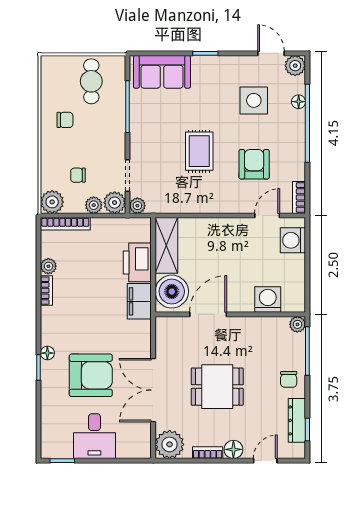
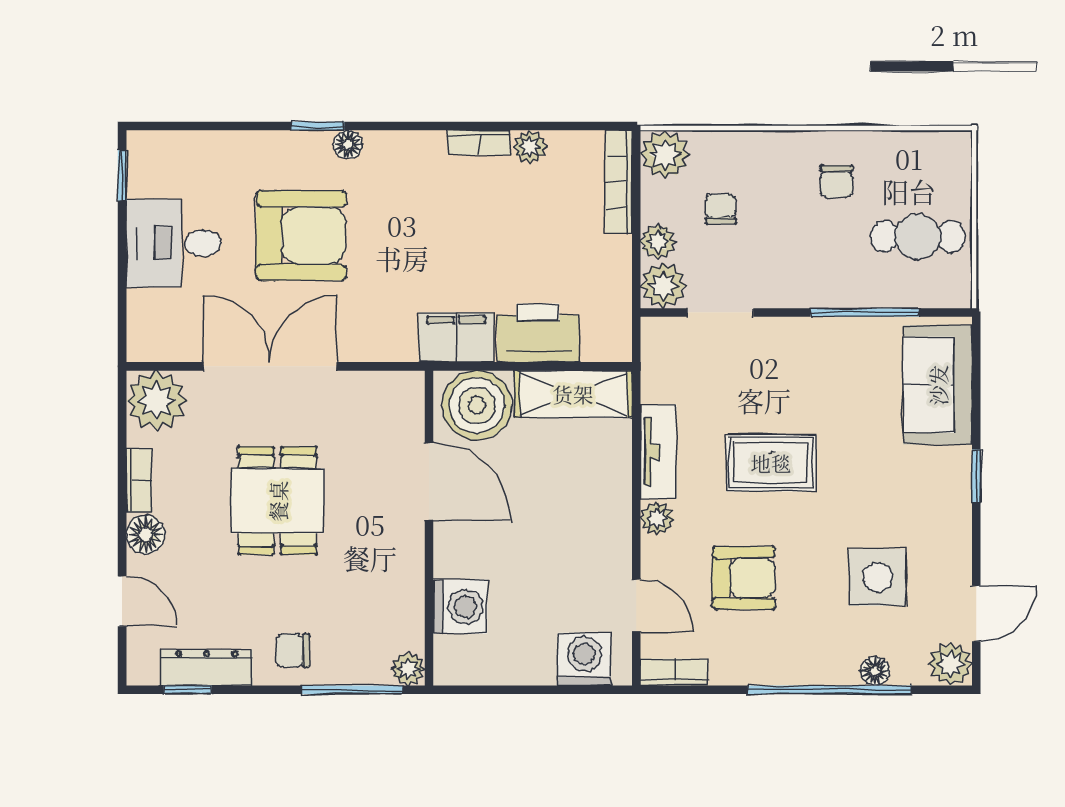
tv unit: (194, 205) -> (658, 452), added
plant: (137, 206) -> (657, 519), moved
armchair: (91, 375) -> (301, 235), turned -90

